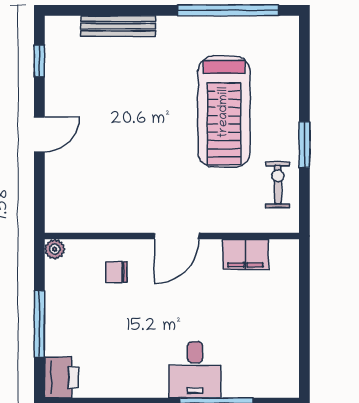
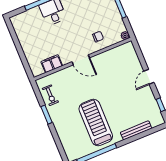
treadmill: (224, 112) -> (96, 123), moved
door: (177, 236) -> (81, 60), swing flipped

